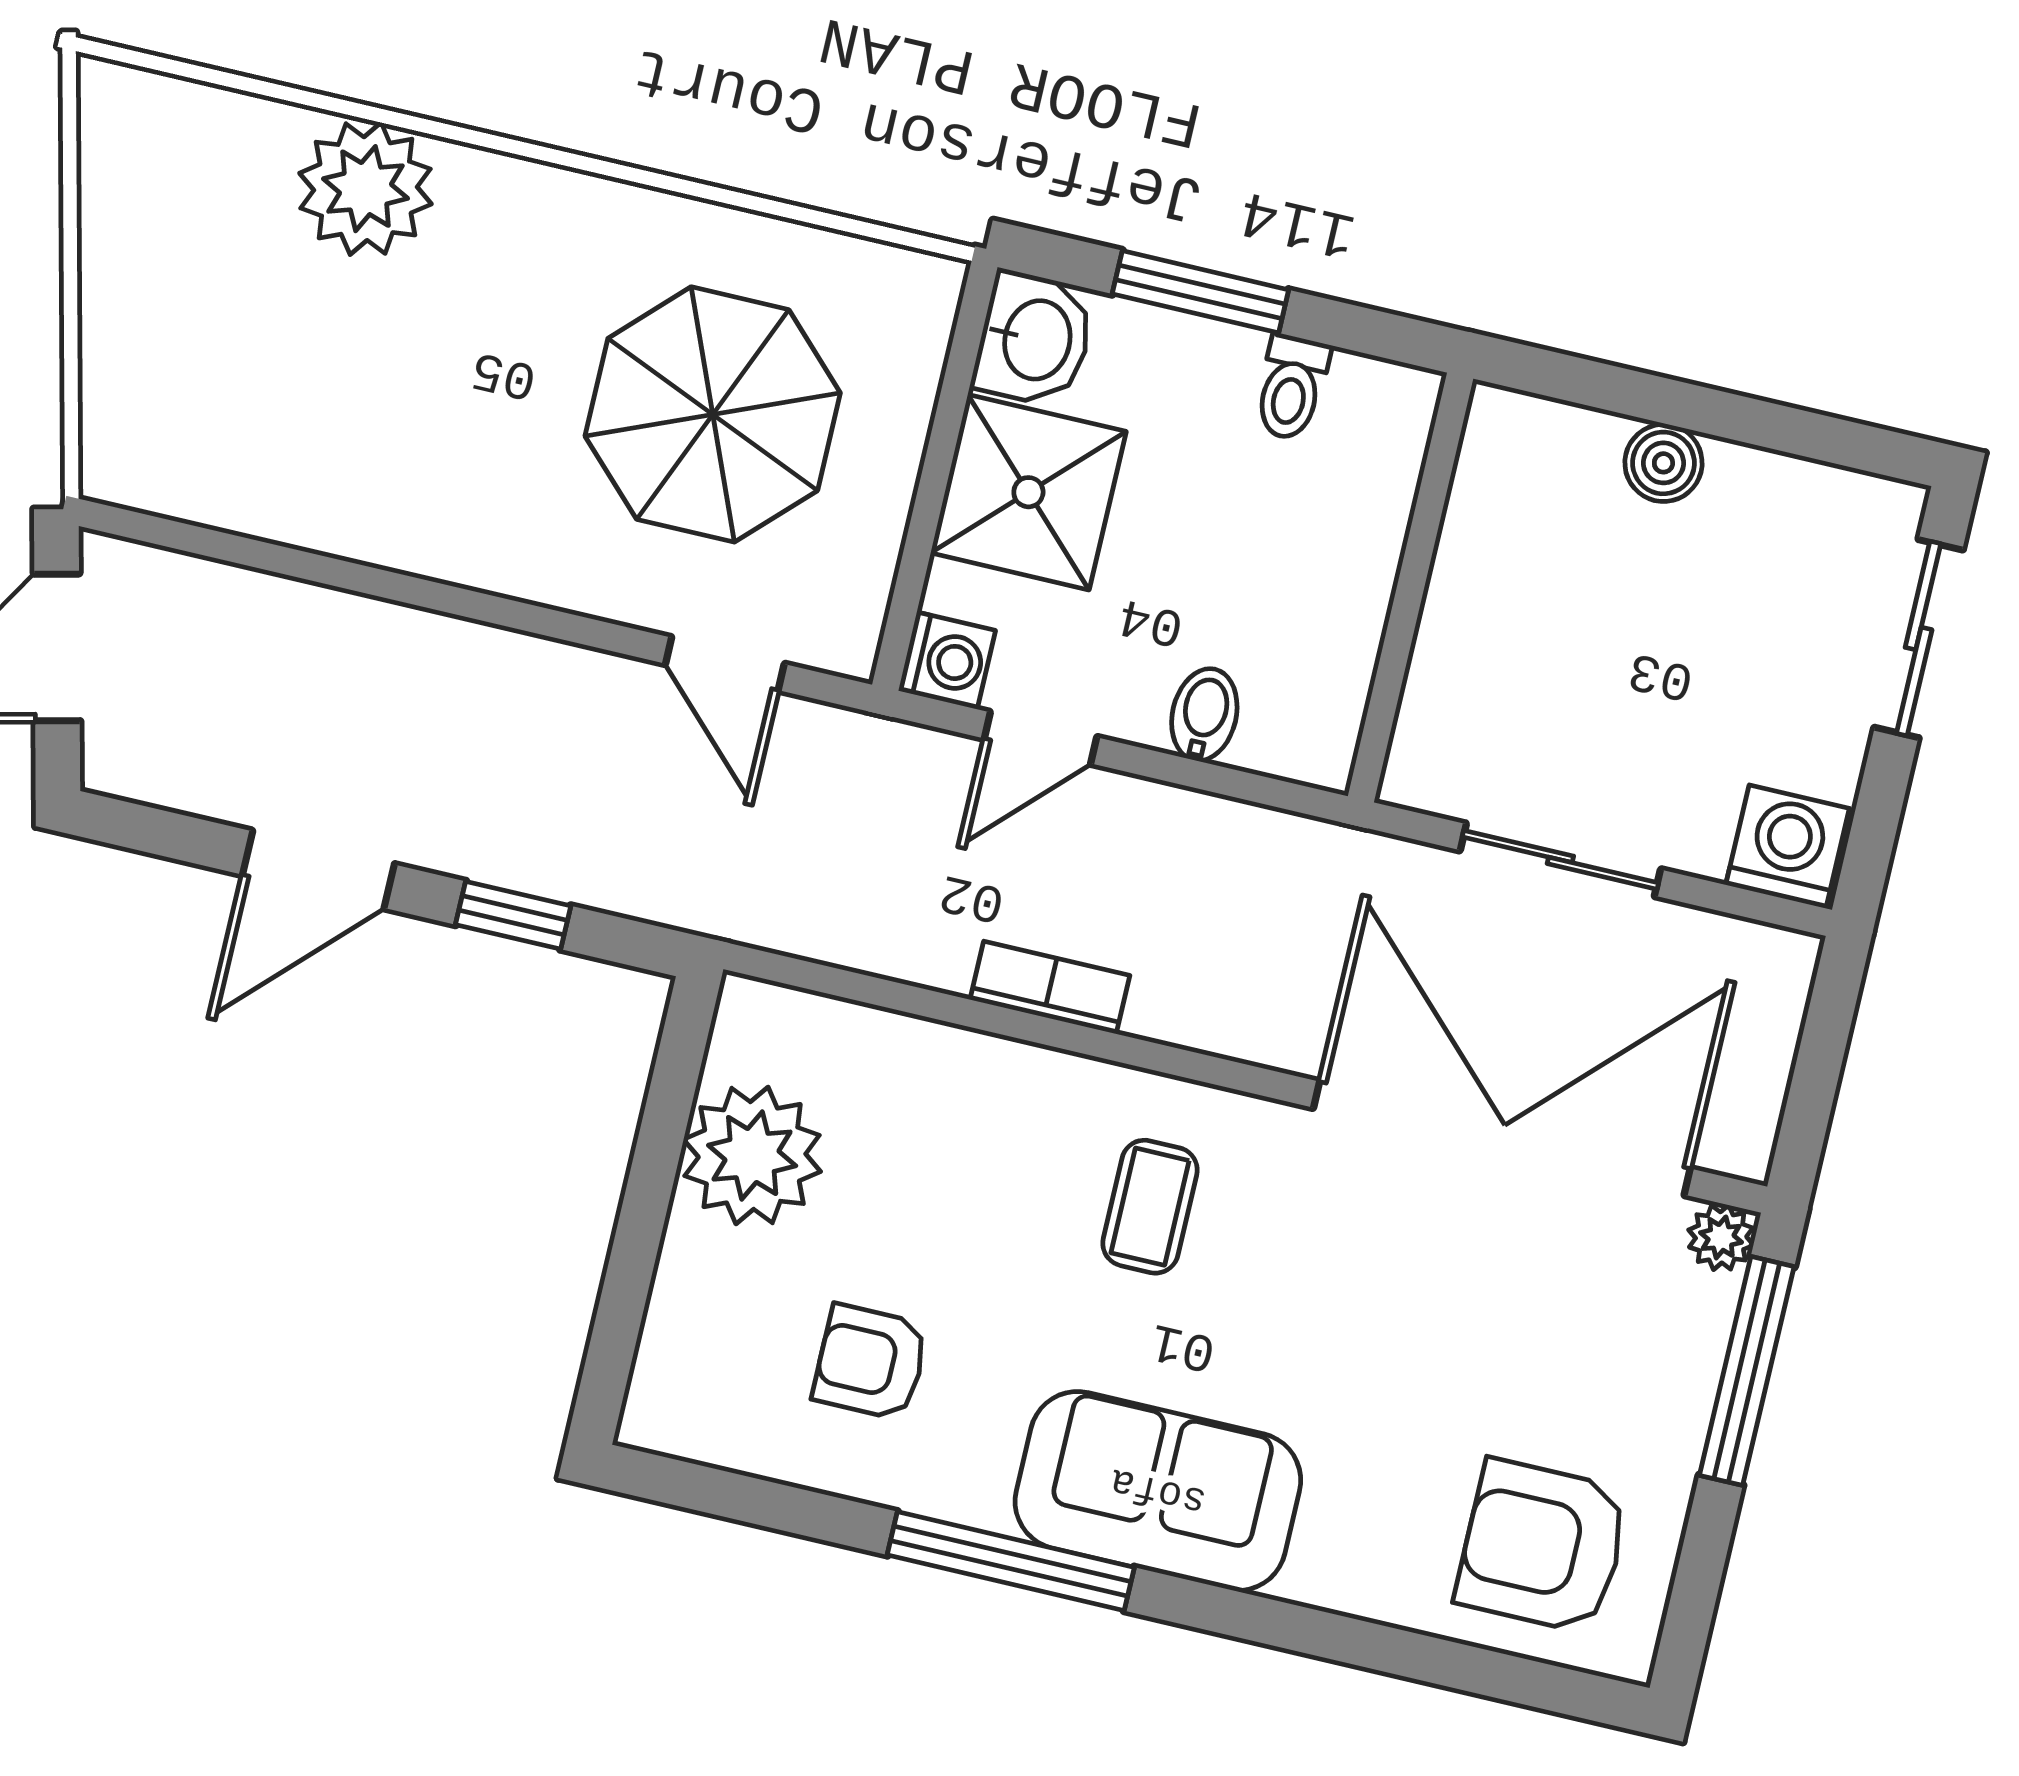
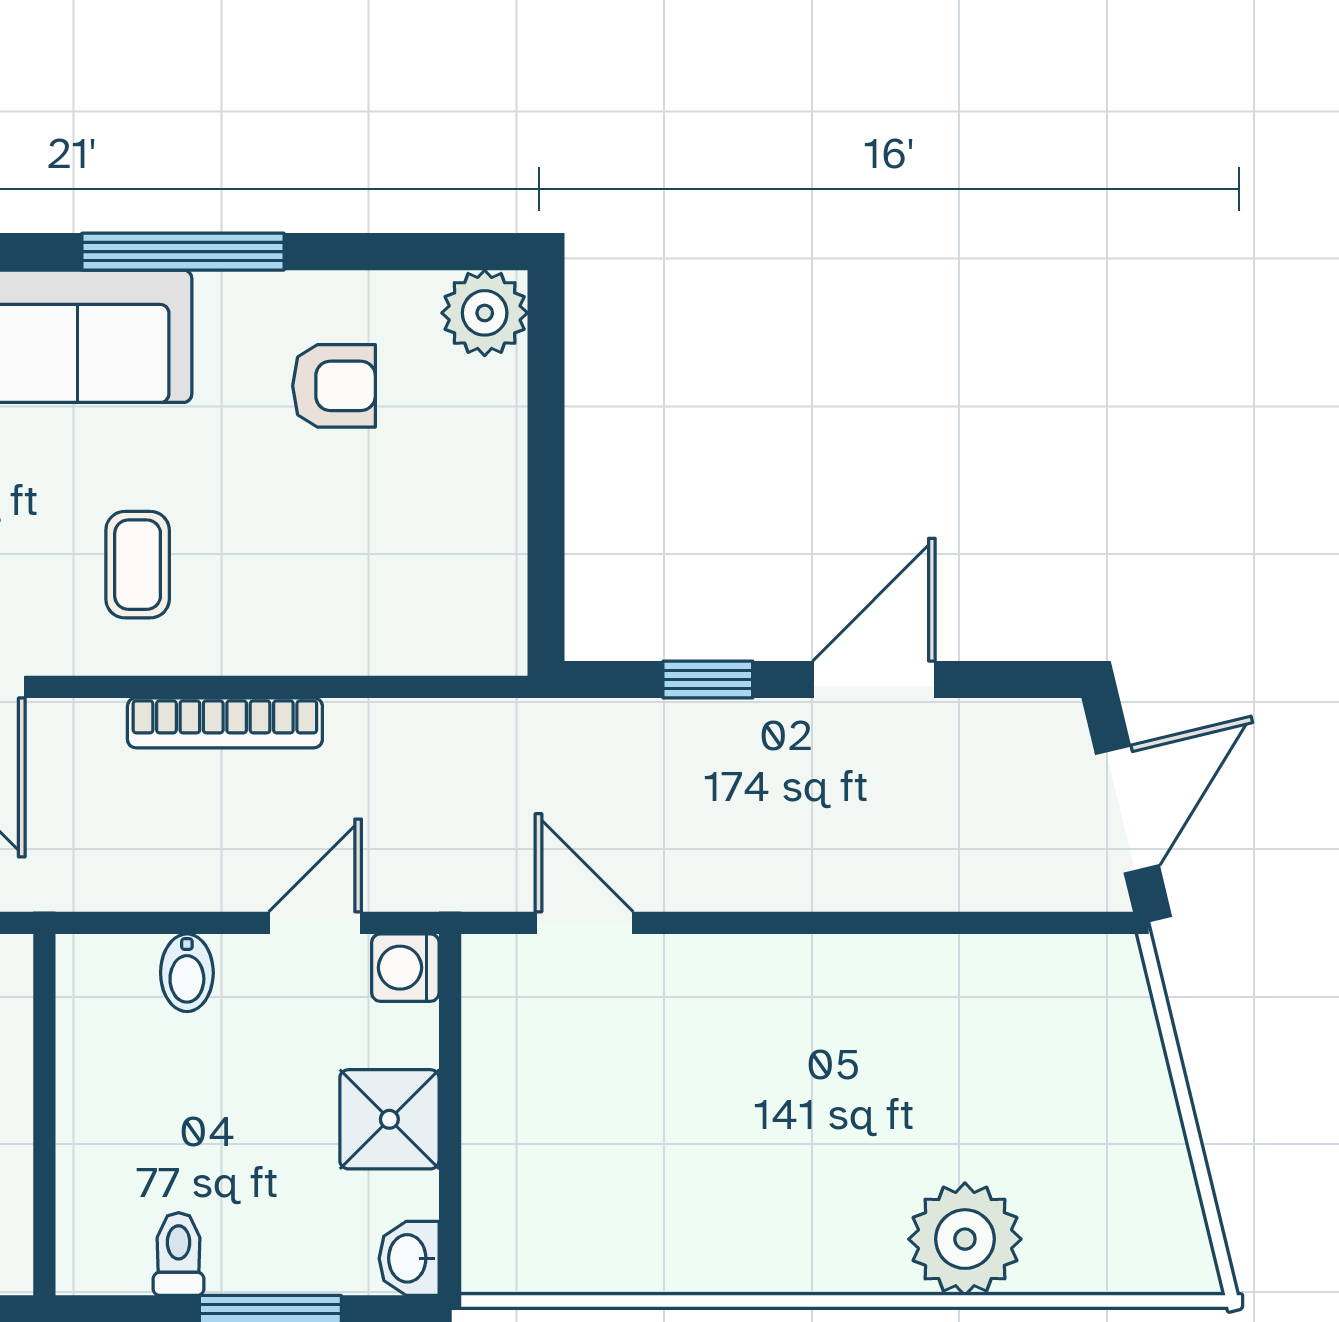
washbasin: (1034, 339) -> (409, 1258), width x0.72, depth x0.69
parasol: (713, 414) -> (641, 1122), removed
shower: (1028, 492) -> (389, 1119), width x0.73, depth x0.73
bookcase: (1050, 988) -> (225, 723), width x1.56
plant: (752, 1156) -> (485, 313), moved, width x0.73, depth x0.73

